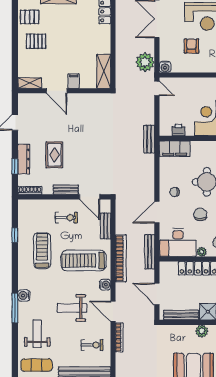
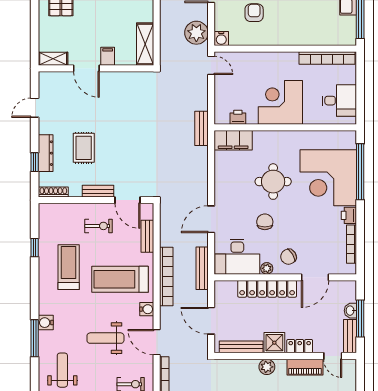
chair: (175, 192) -> (233, 194), removed

